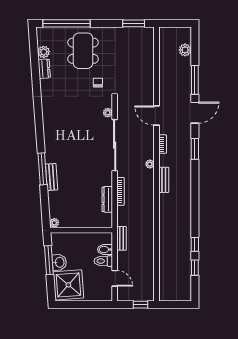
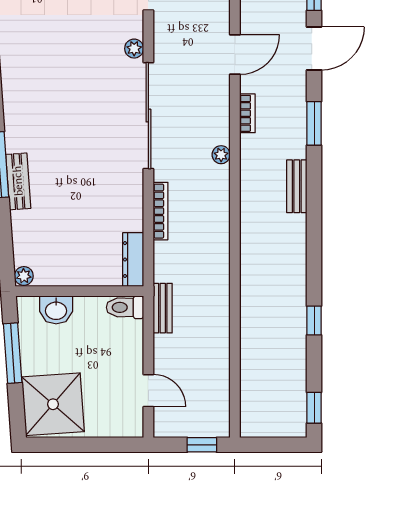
door: (156, 116) -> (235, 55), swing flipped
bench: (164, 180) -> (297, 186), moved
dresser: (107, 199) -> (133, 260), moved
bidet: (105, 249) -> (128, 331), removed
toilet: (103, 261) -> (125, 307), moved
washbasin: (59, 262) -> (56, 310), moved, turned 94
window: (195, 268) -> (314, 408), moved

